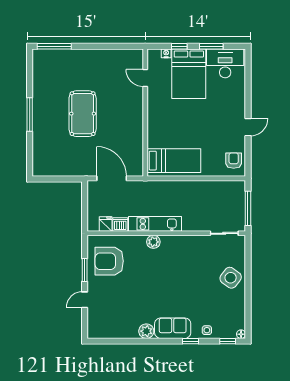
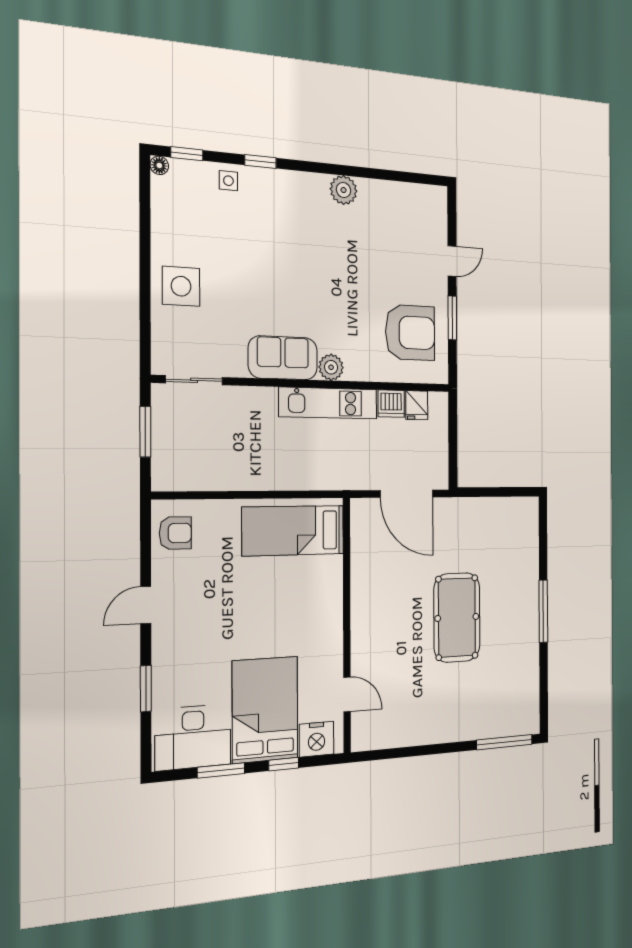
nightstand: (166, 53) -> (316, 739), width x1.89, depth x1.79
window: (248, 88) -> (146, 689), added
armchair: (234, 161) -> (175, 533), turned -90
window: (248, 208) -> (145, 432), width x0.69
side table: (231, 278) -> (181, 286), turned -37
sofa: (173, 328) -> (283, 358), moved, turned 180

